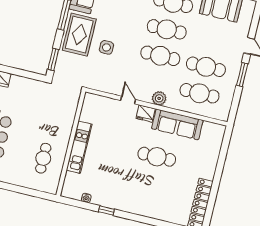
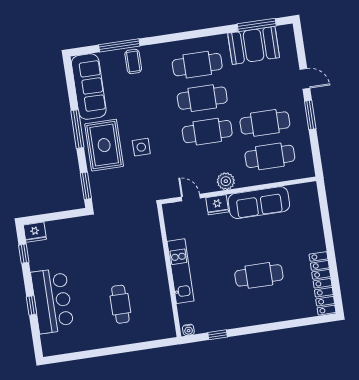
wall: (71, 143) -> (169, 271), moved
kitchen unit: (79, 147) -> (181, 271), moved
cafe table: (157, 157) -> (259, 275), moved

